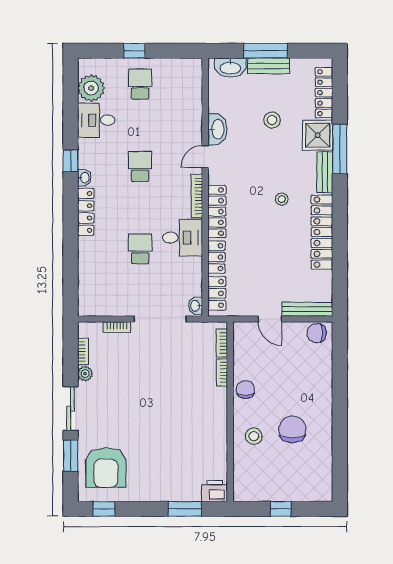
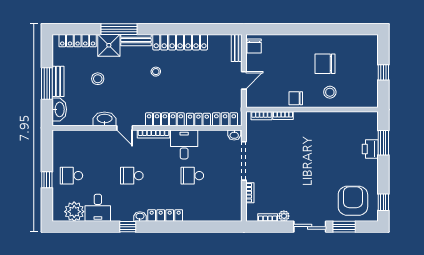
bench: (307, 309) -> (237, 48), width x0.73
armchair: (106, 468) -> (353, 201), turned -90
printer: (215, 491) -> (370, 149), moved

